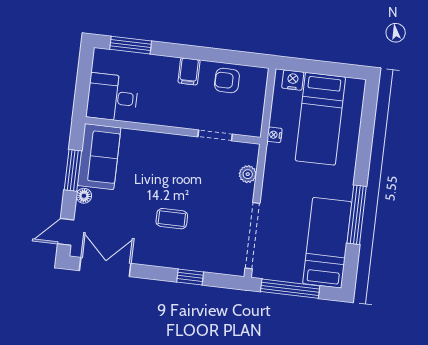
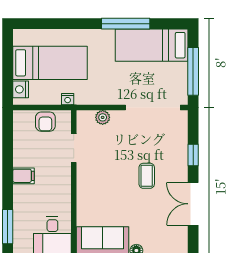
armchair: (227, 80) -> (45, 122), moved
double door: (105, 267) -> (193, 204), moved

